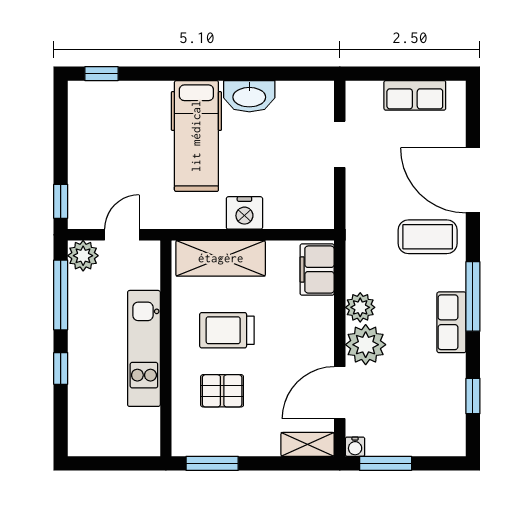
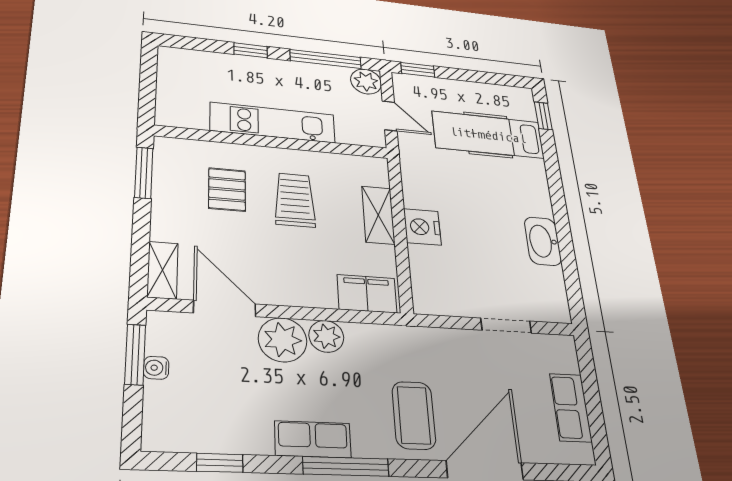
hospital bed: (196, 136) -> (488, 135), moved
shelving: (221, 258) -> (378, 215), width x0.67, depth x0.75
water cooler: (355, 447) -> (156, 368), moved

